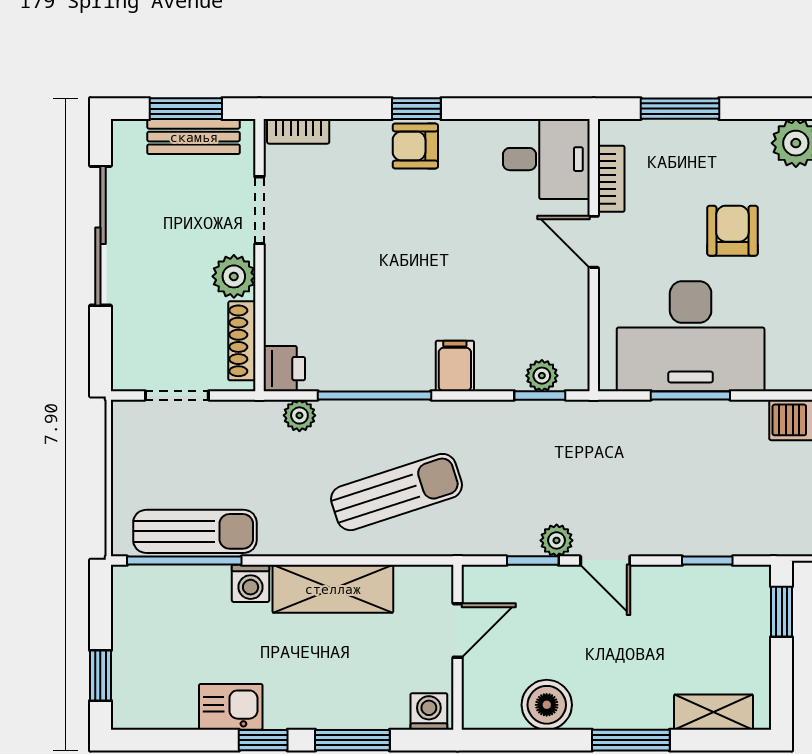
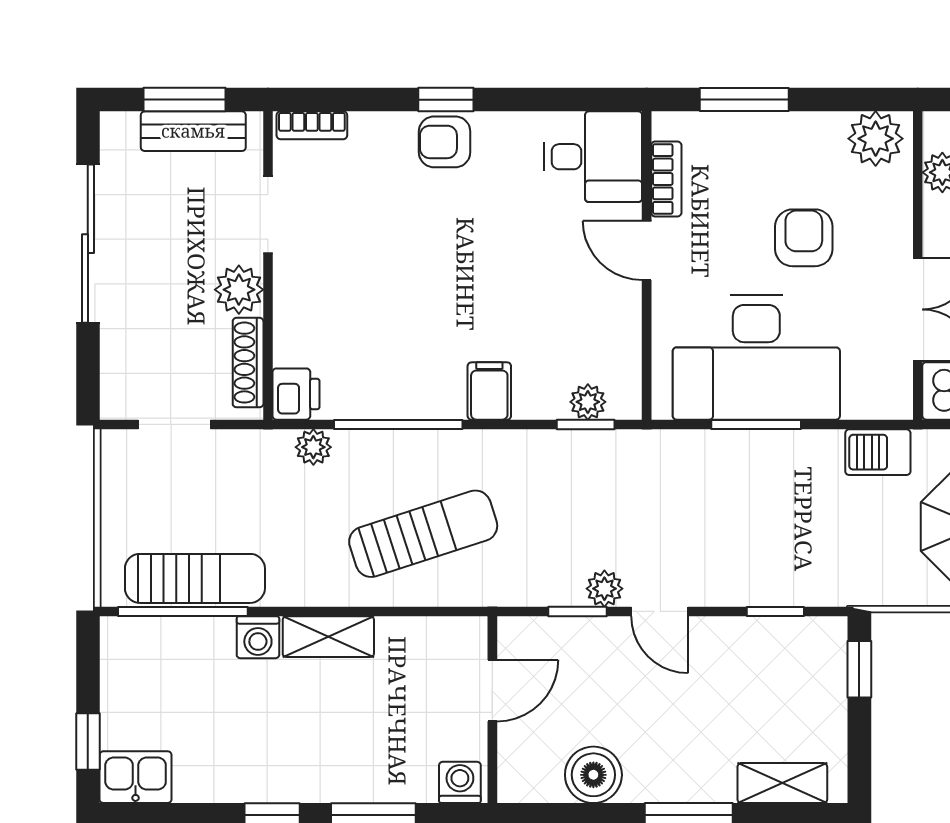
shelving: (333, 589) -> (328, 637), width x0.67, depth x0.75
kitchen sink: (231, 707) -> (136, 777), moved

